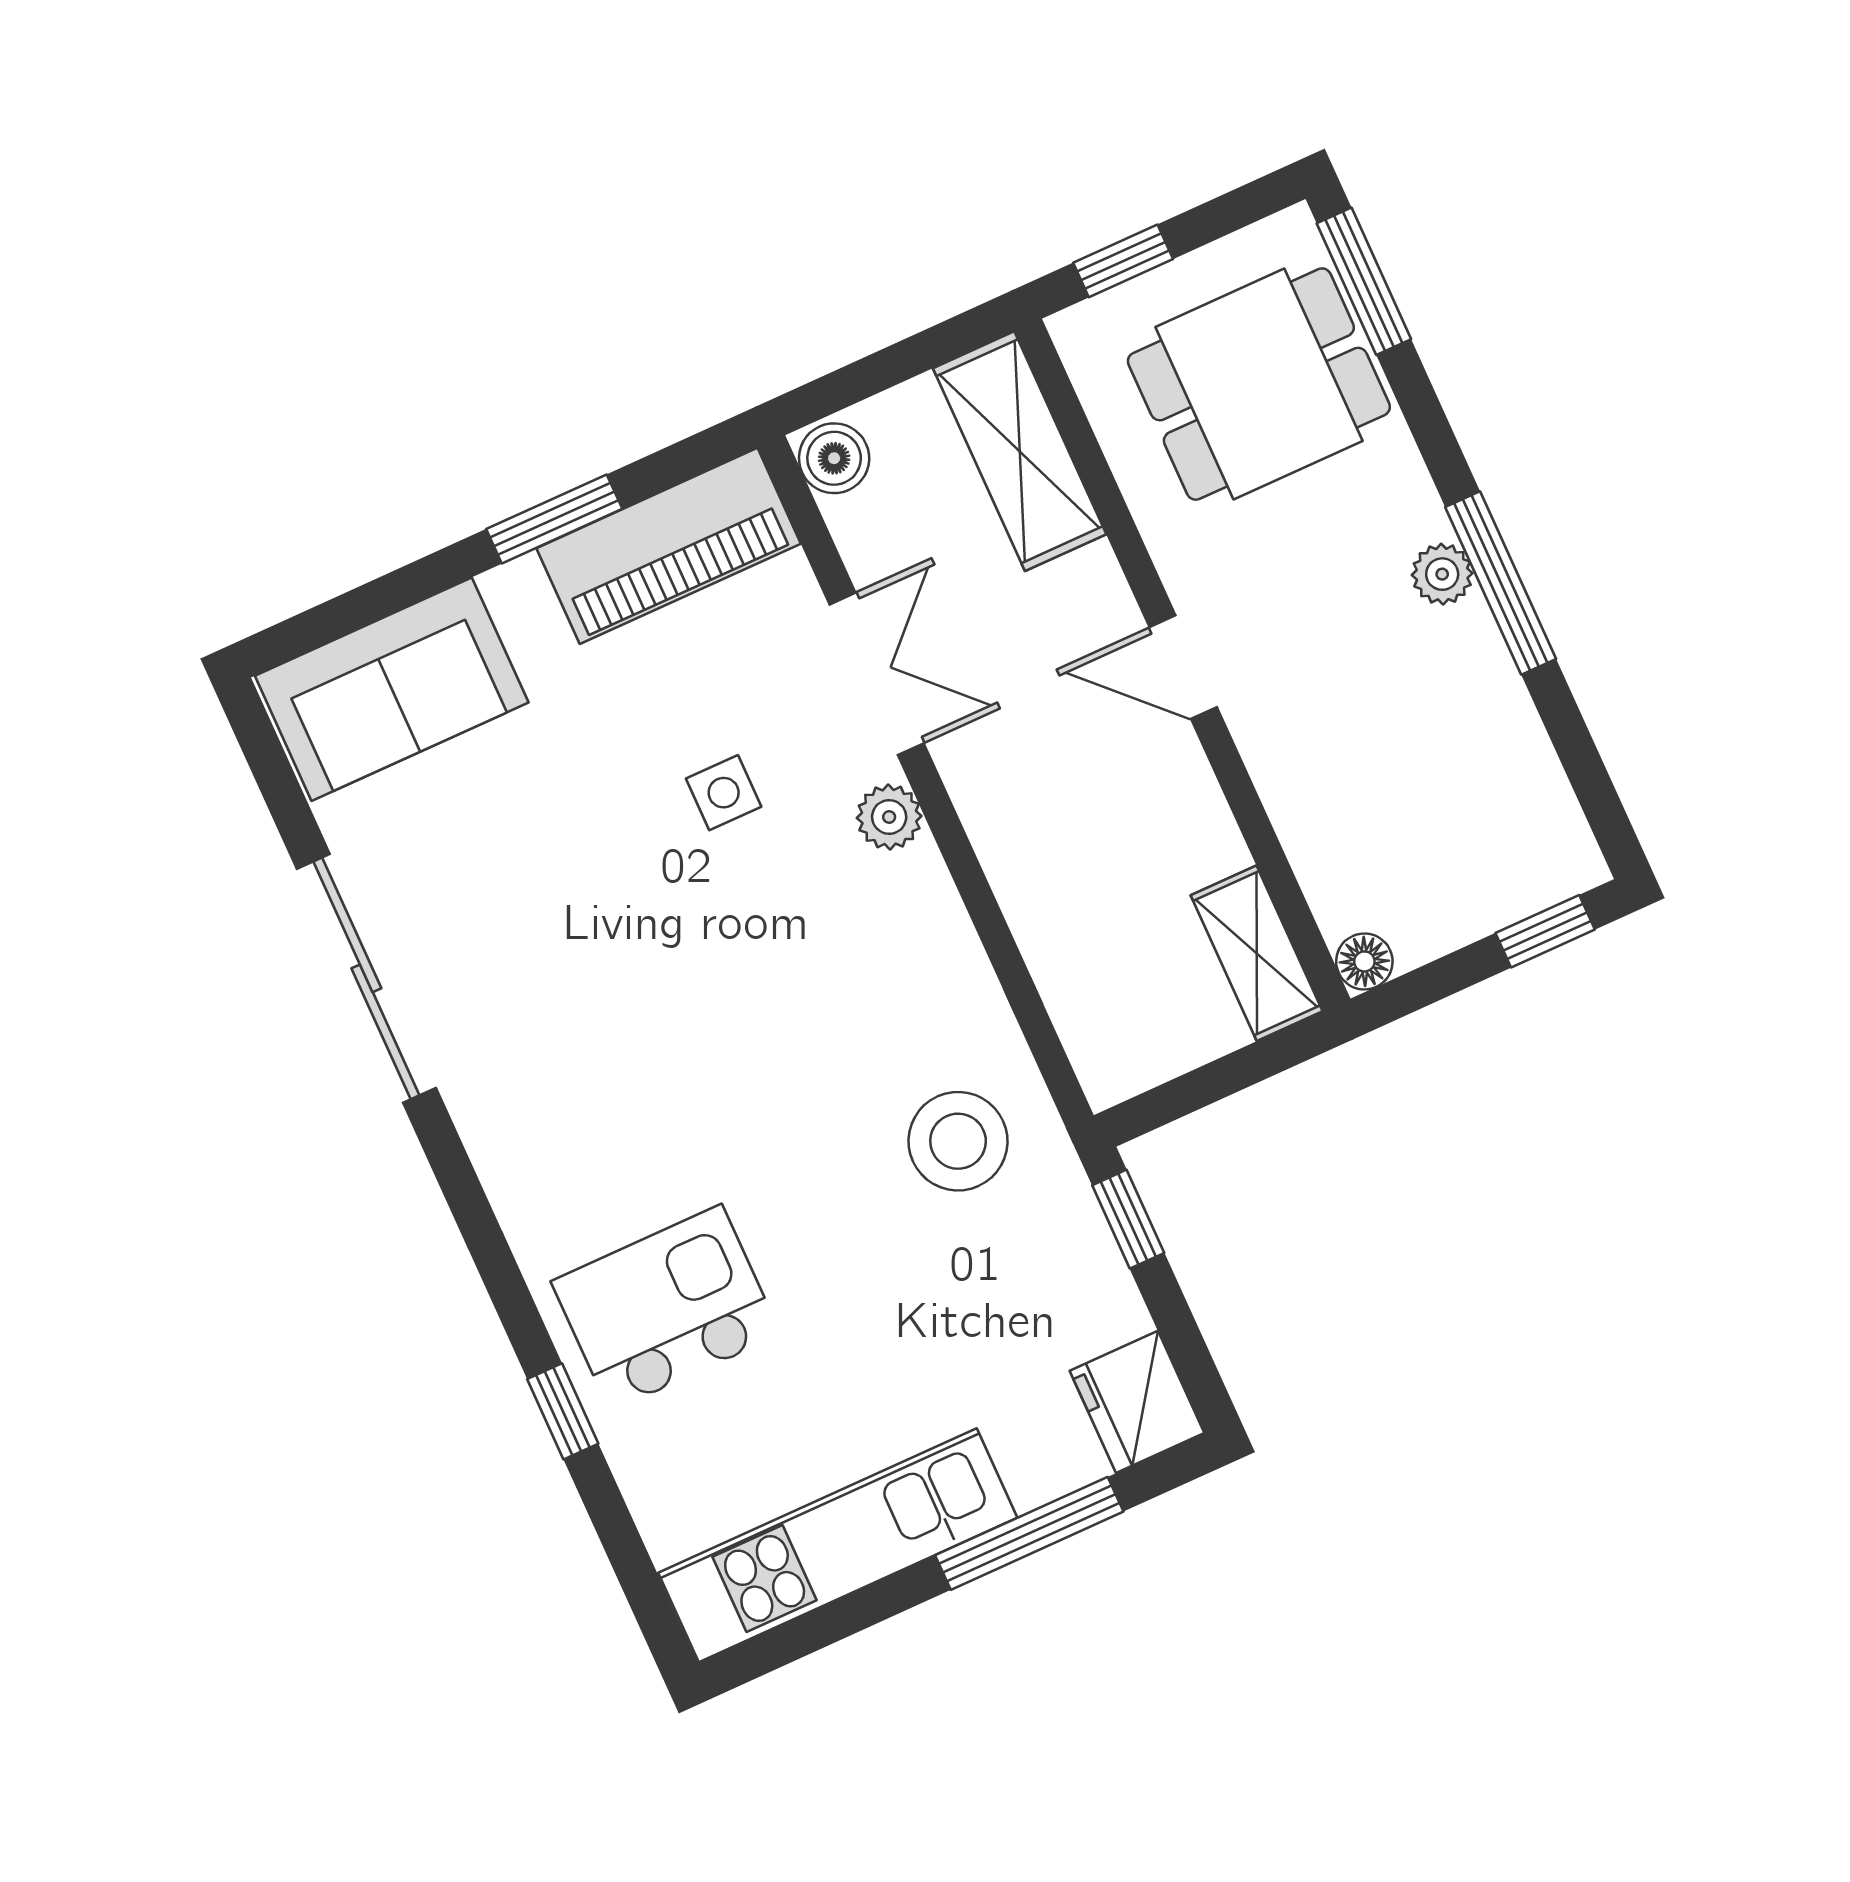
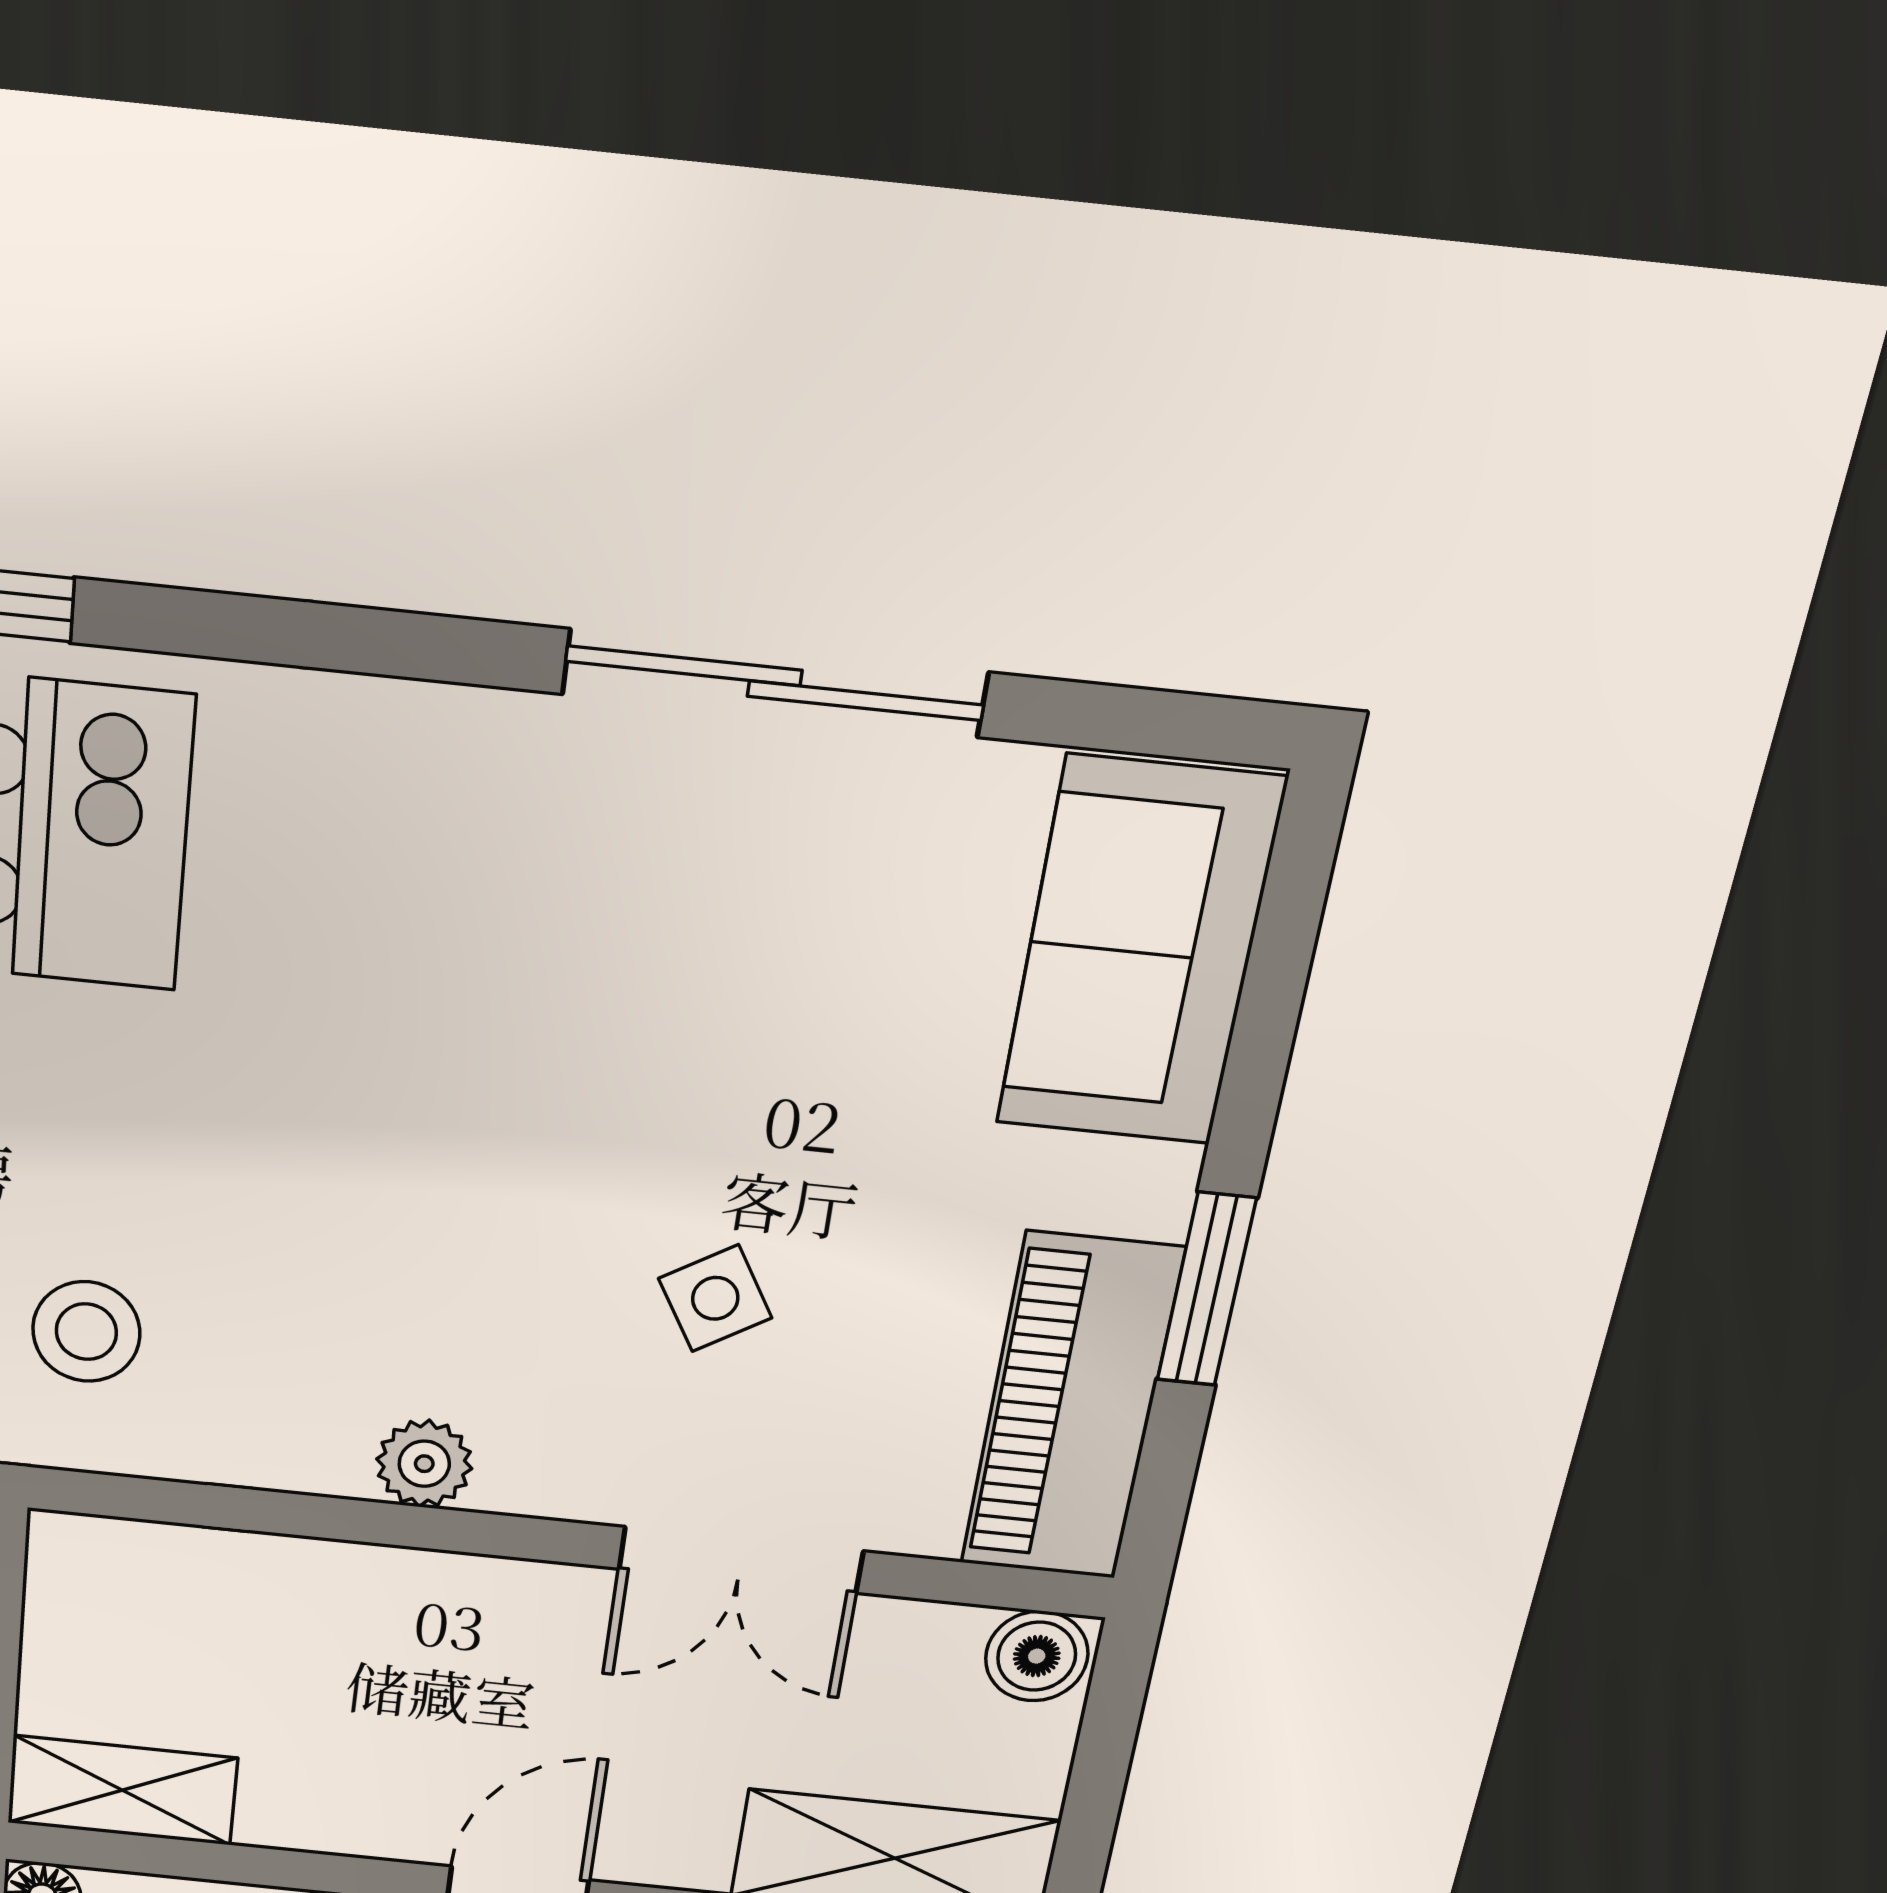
side table: (724, 793) -> (715, 1298), turned -31
plant: (889, 817) -> (424, 1464), moved
stool: (958, 1141) -> (86, 1332), width x0.73, depth x0.73

